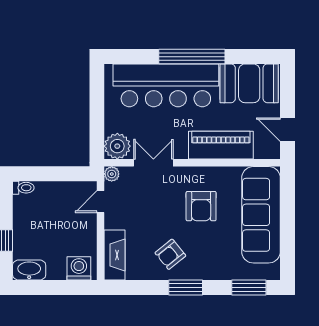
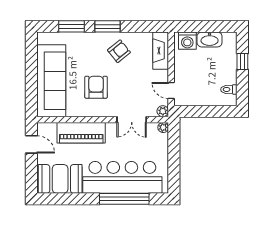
window: (192, 57) -> (124, 199), moved
plant: (117, 146) -> (163, 127), width x0.53, depth x0.53
toilet: (23, 188) -> (229, 89), moved
door: (101, 202) -> (171, 91), swing flipped
washbasin: (29, 270) -> (210, 39), moved
window: (249, 287) -> (71, 26), moved

